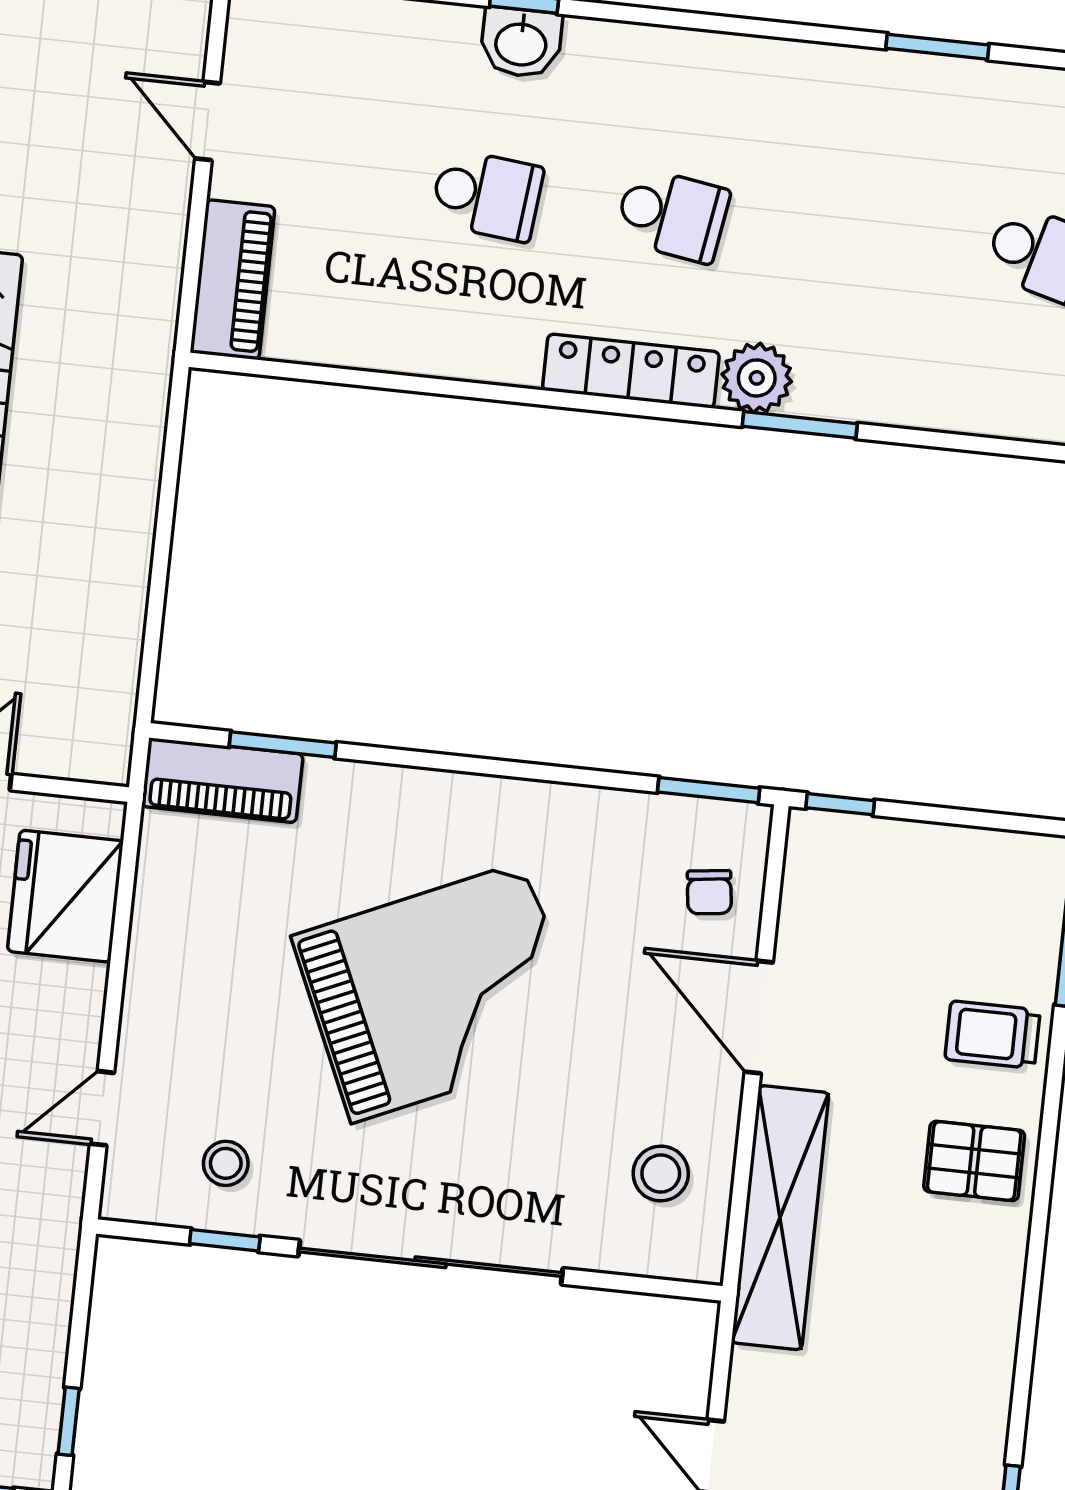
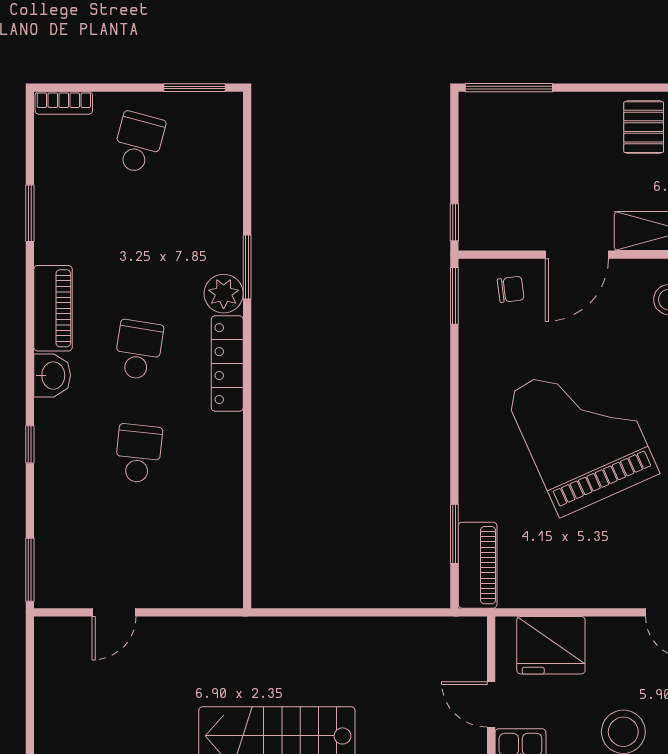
washbasin: (521, 43) -> (52, 375), moved
piano: (233, 280) -> (53, 308), moved, turned 90
trolley: (992, 1035) -> (573, 124), removed

